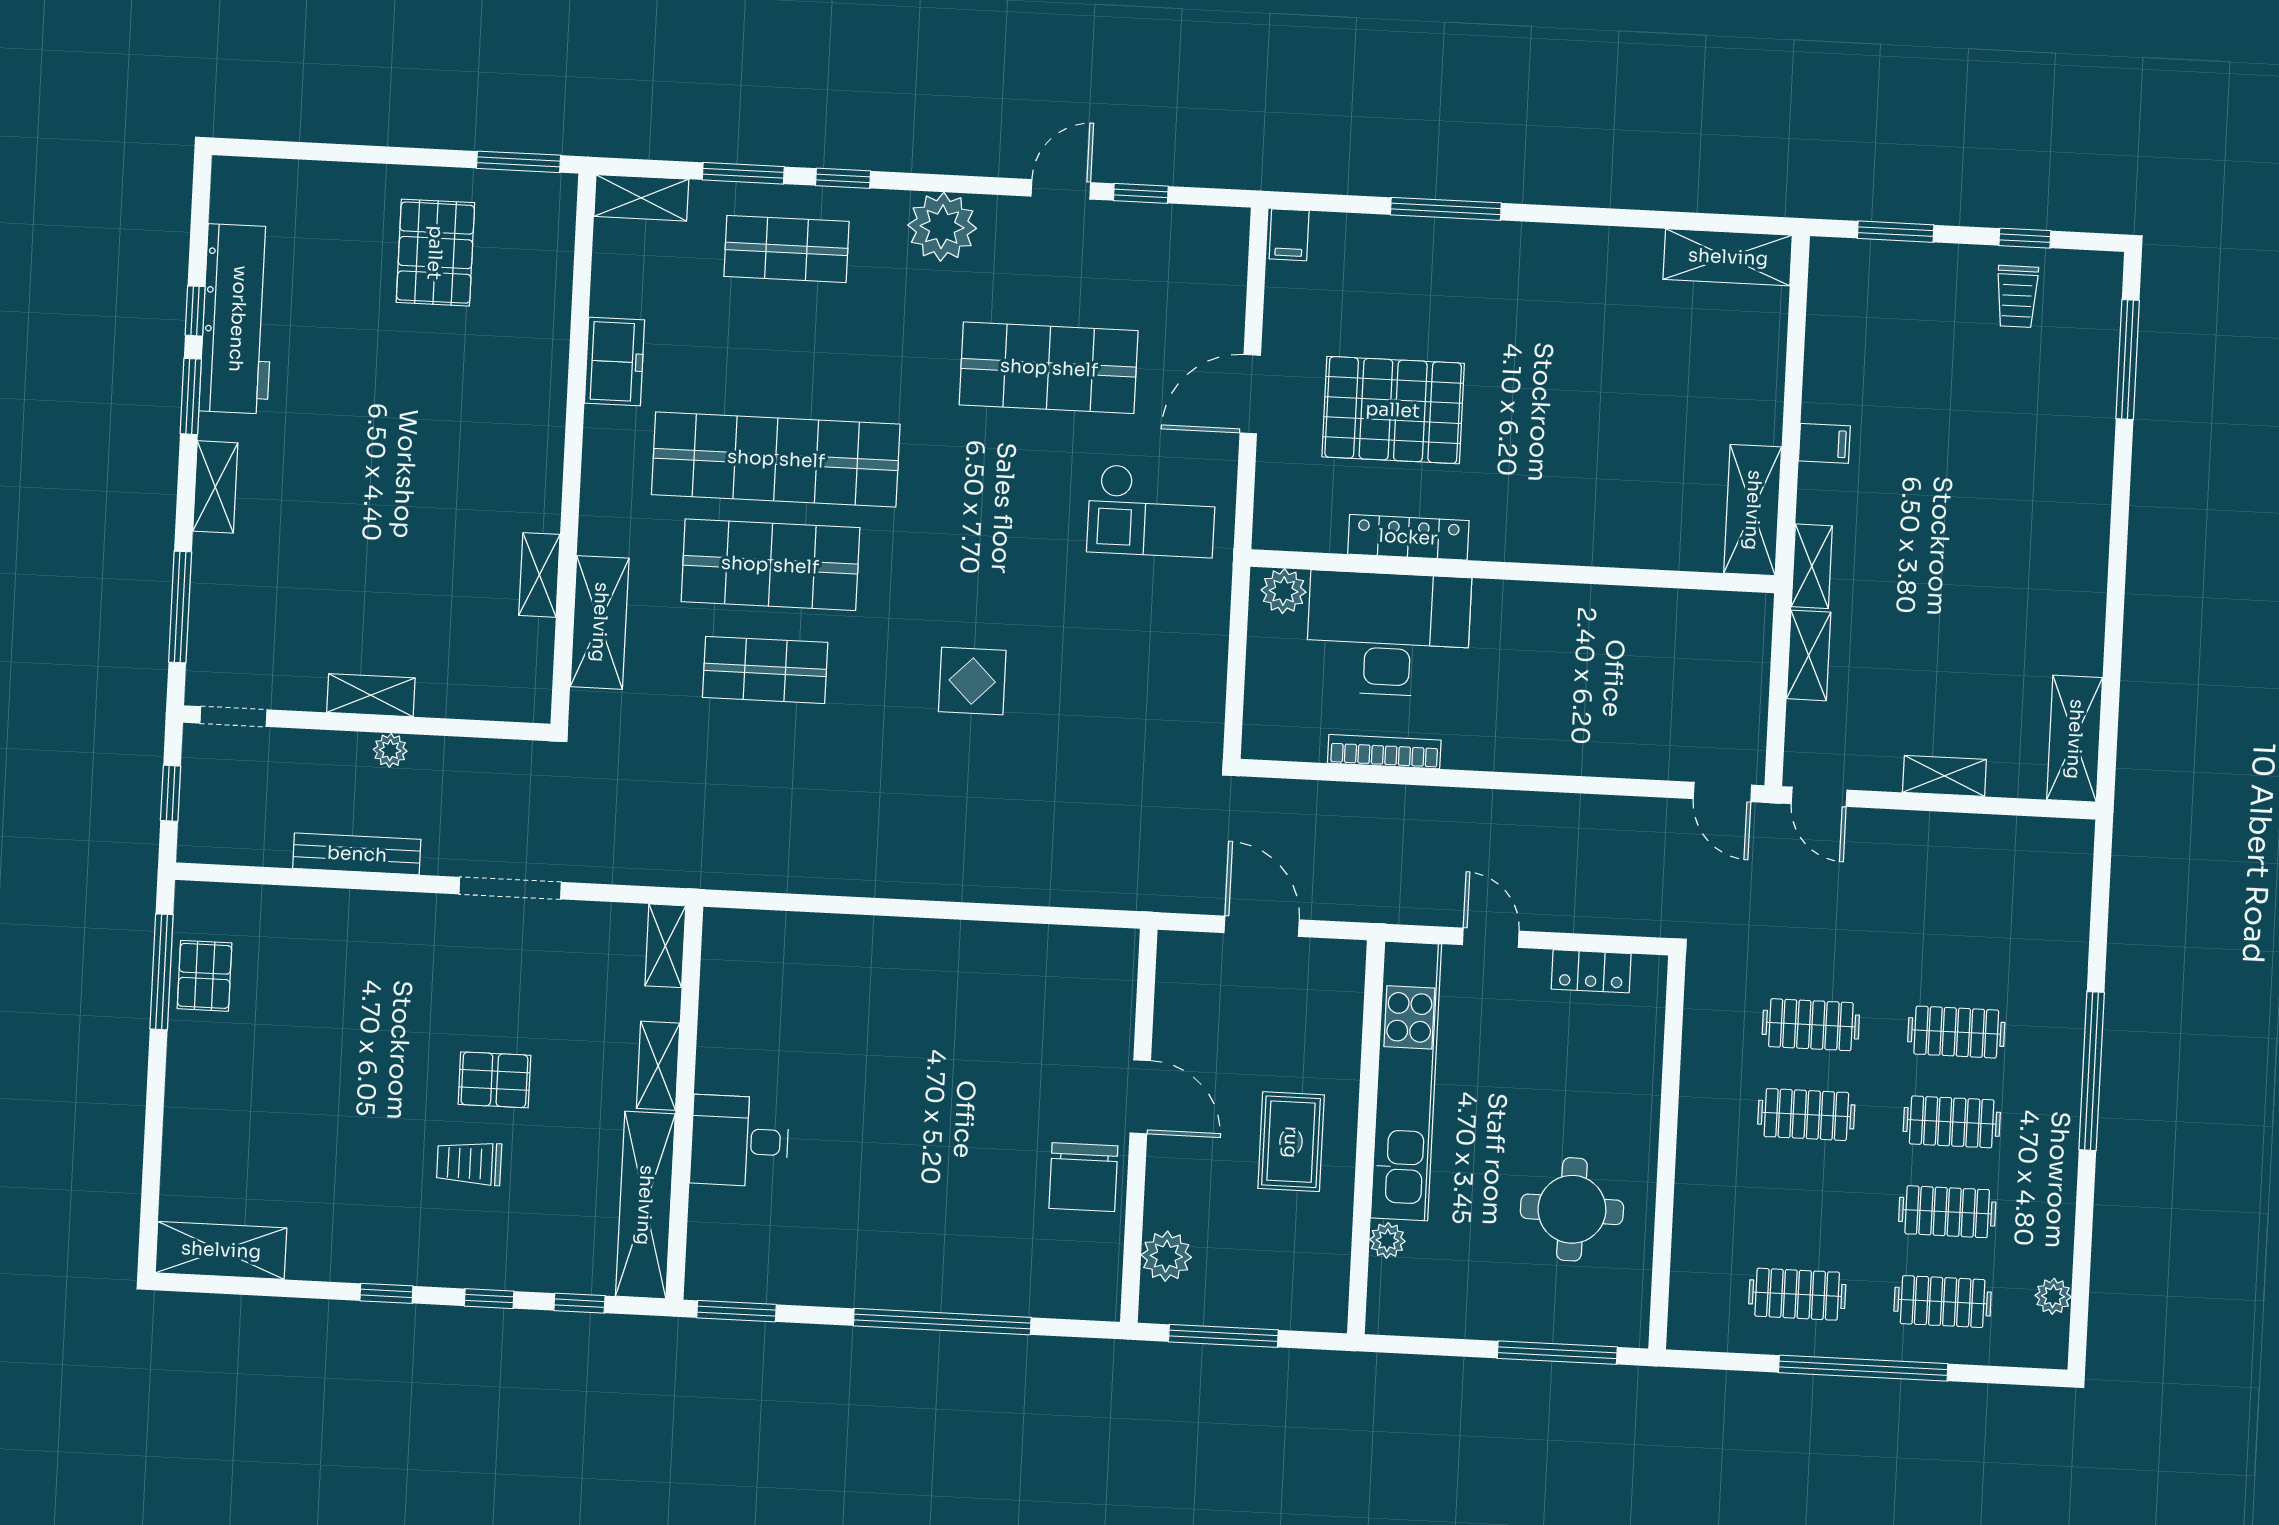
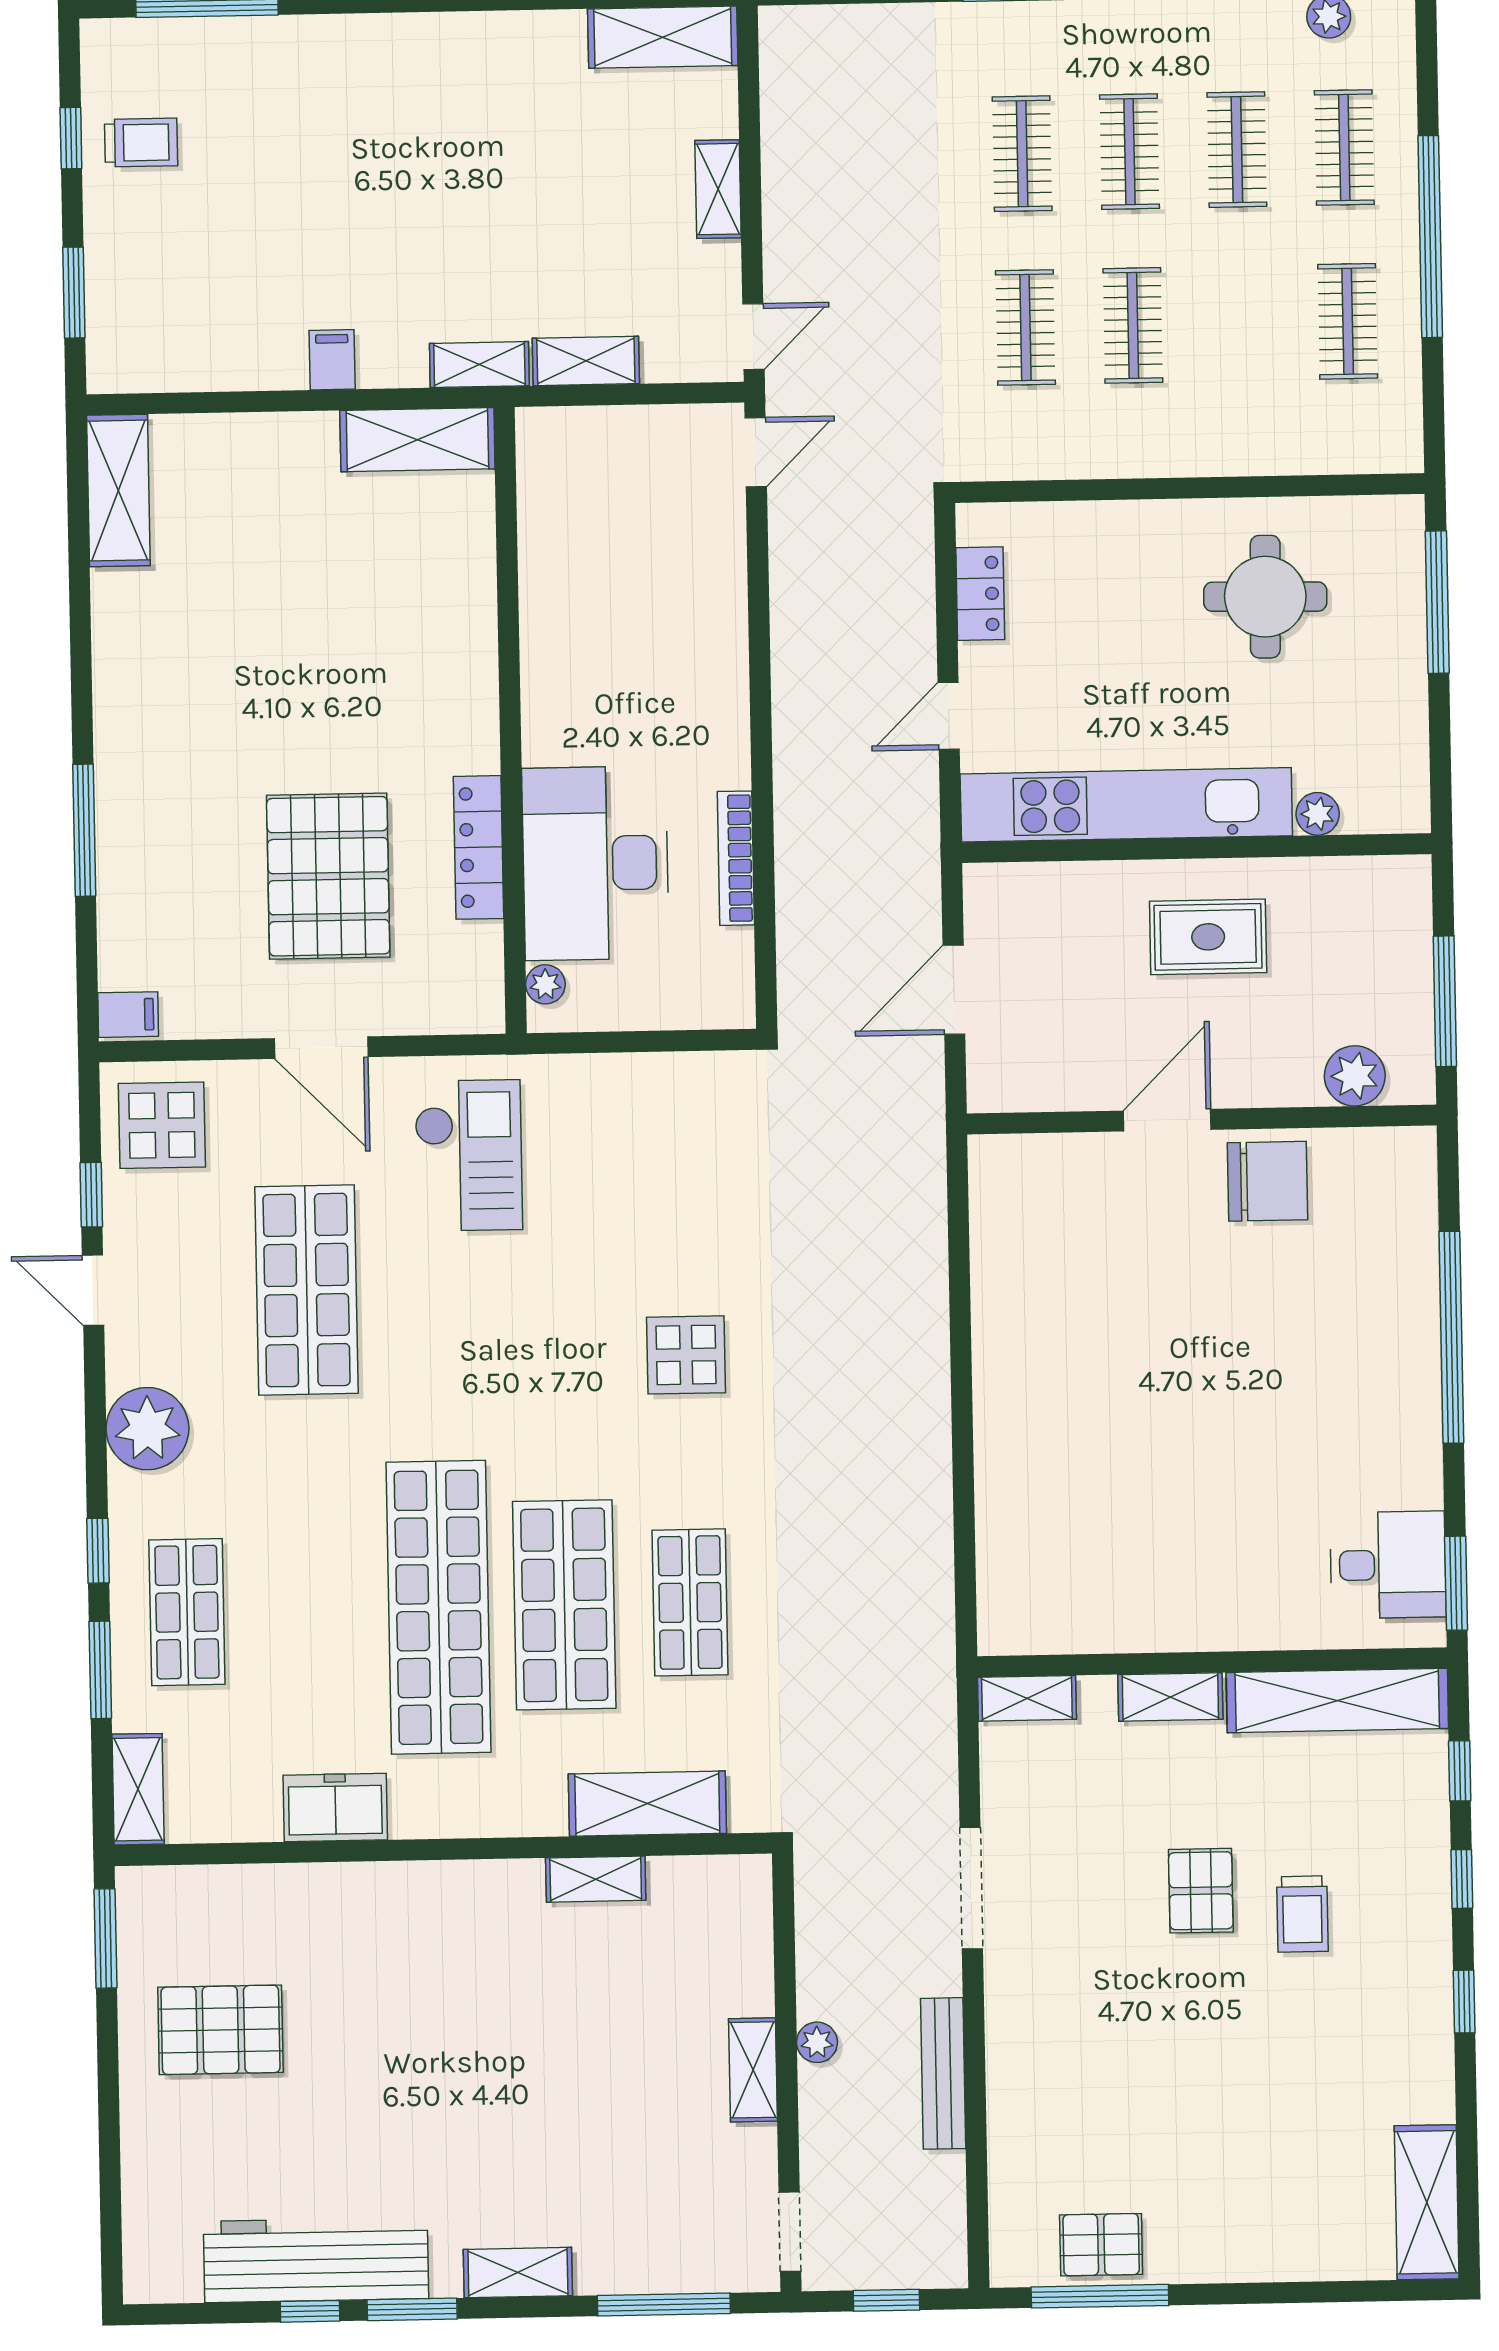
display table: (1195, 257) -> (162, 1125), added
plant: (1284, 591) -> (545, 984), width x0.73, depth x0.73
desk: (740, 1141) -> (1388, 1565), moved, turned -90

